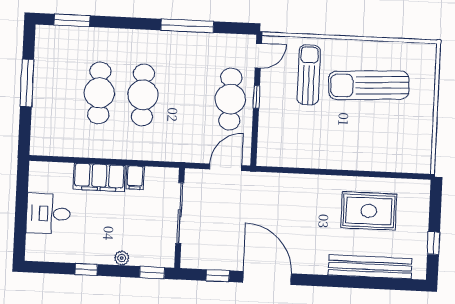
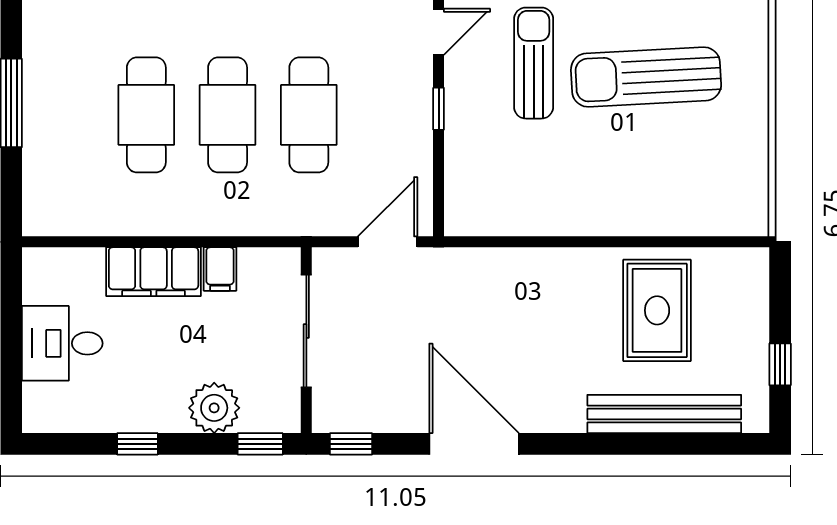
cafe table: (230, 99) -> (309, 115), moved
rug: (369, 211) -> (657, 310), turned 90
plant: (122, 258) -> (214, 408), width x1.88, depth x1.88
window: (218, 276) -> (351, 444), moved

